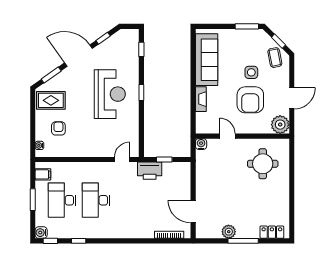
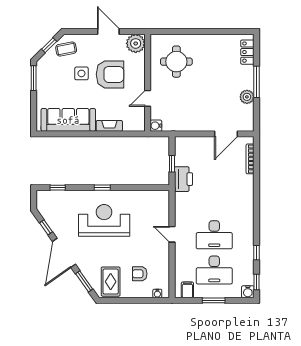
door: (122, 160) -> (172, 234), moved

